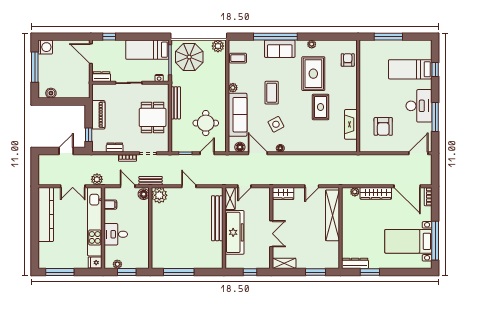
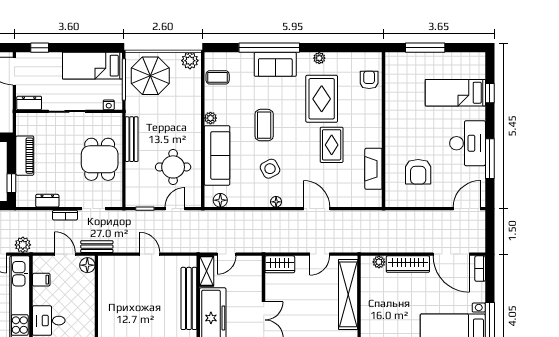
door: (258, 153) -> (317, 209), moved
plant: (159, 195) -> (109, 267), removed

